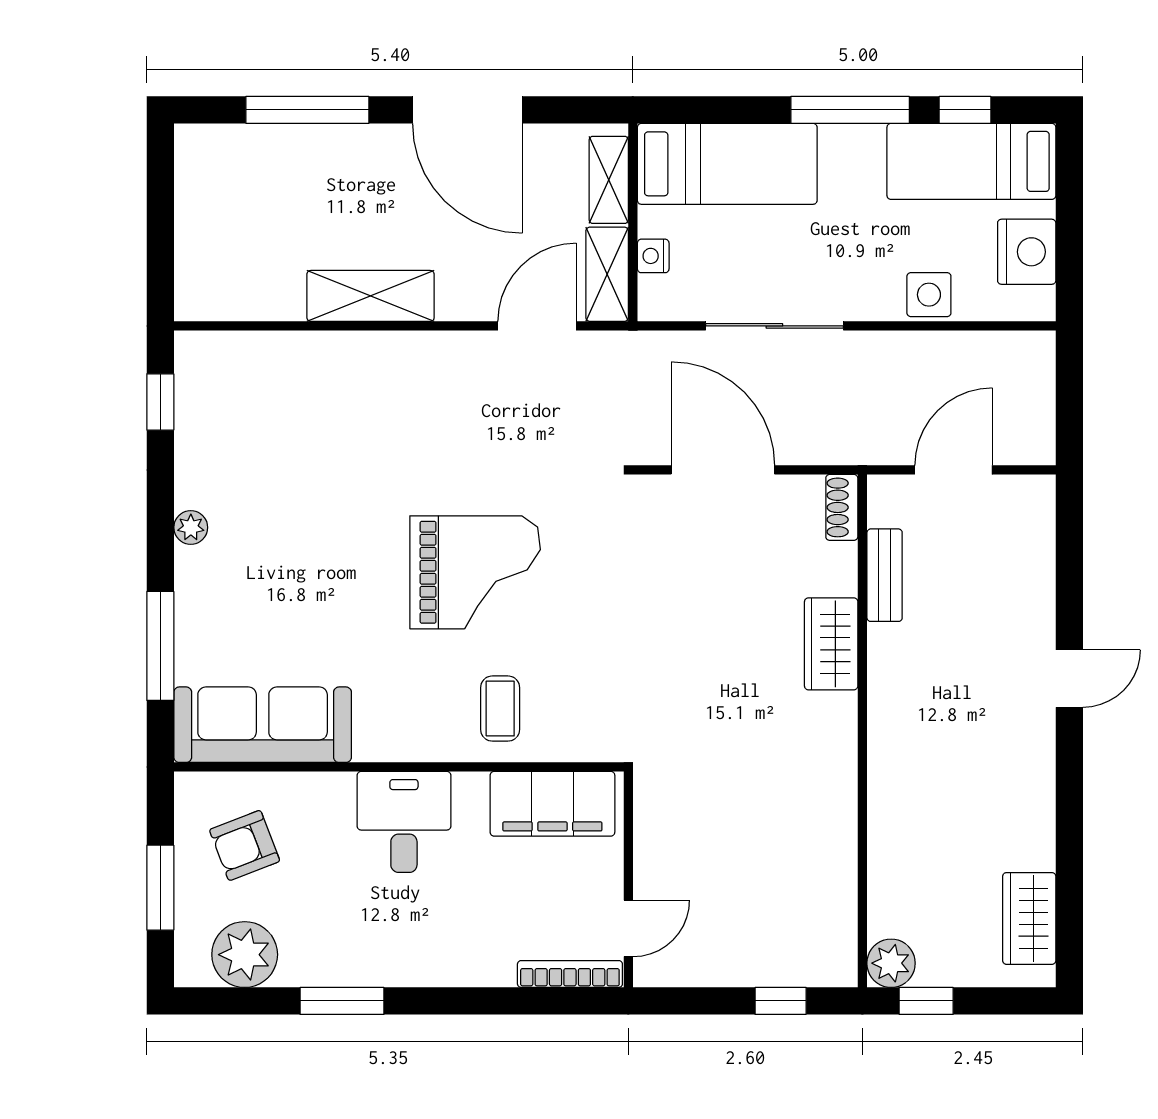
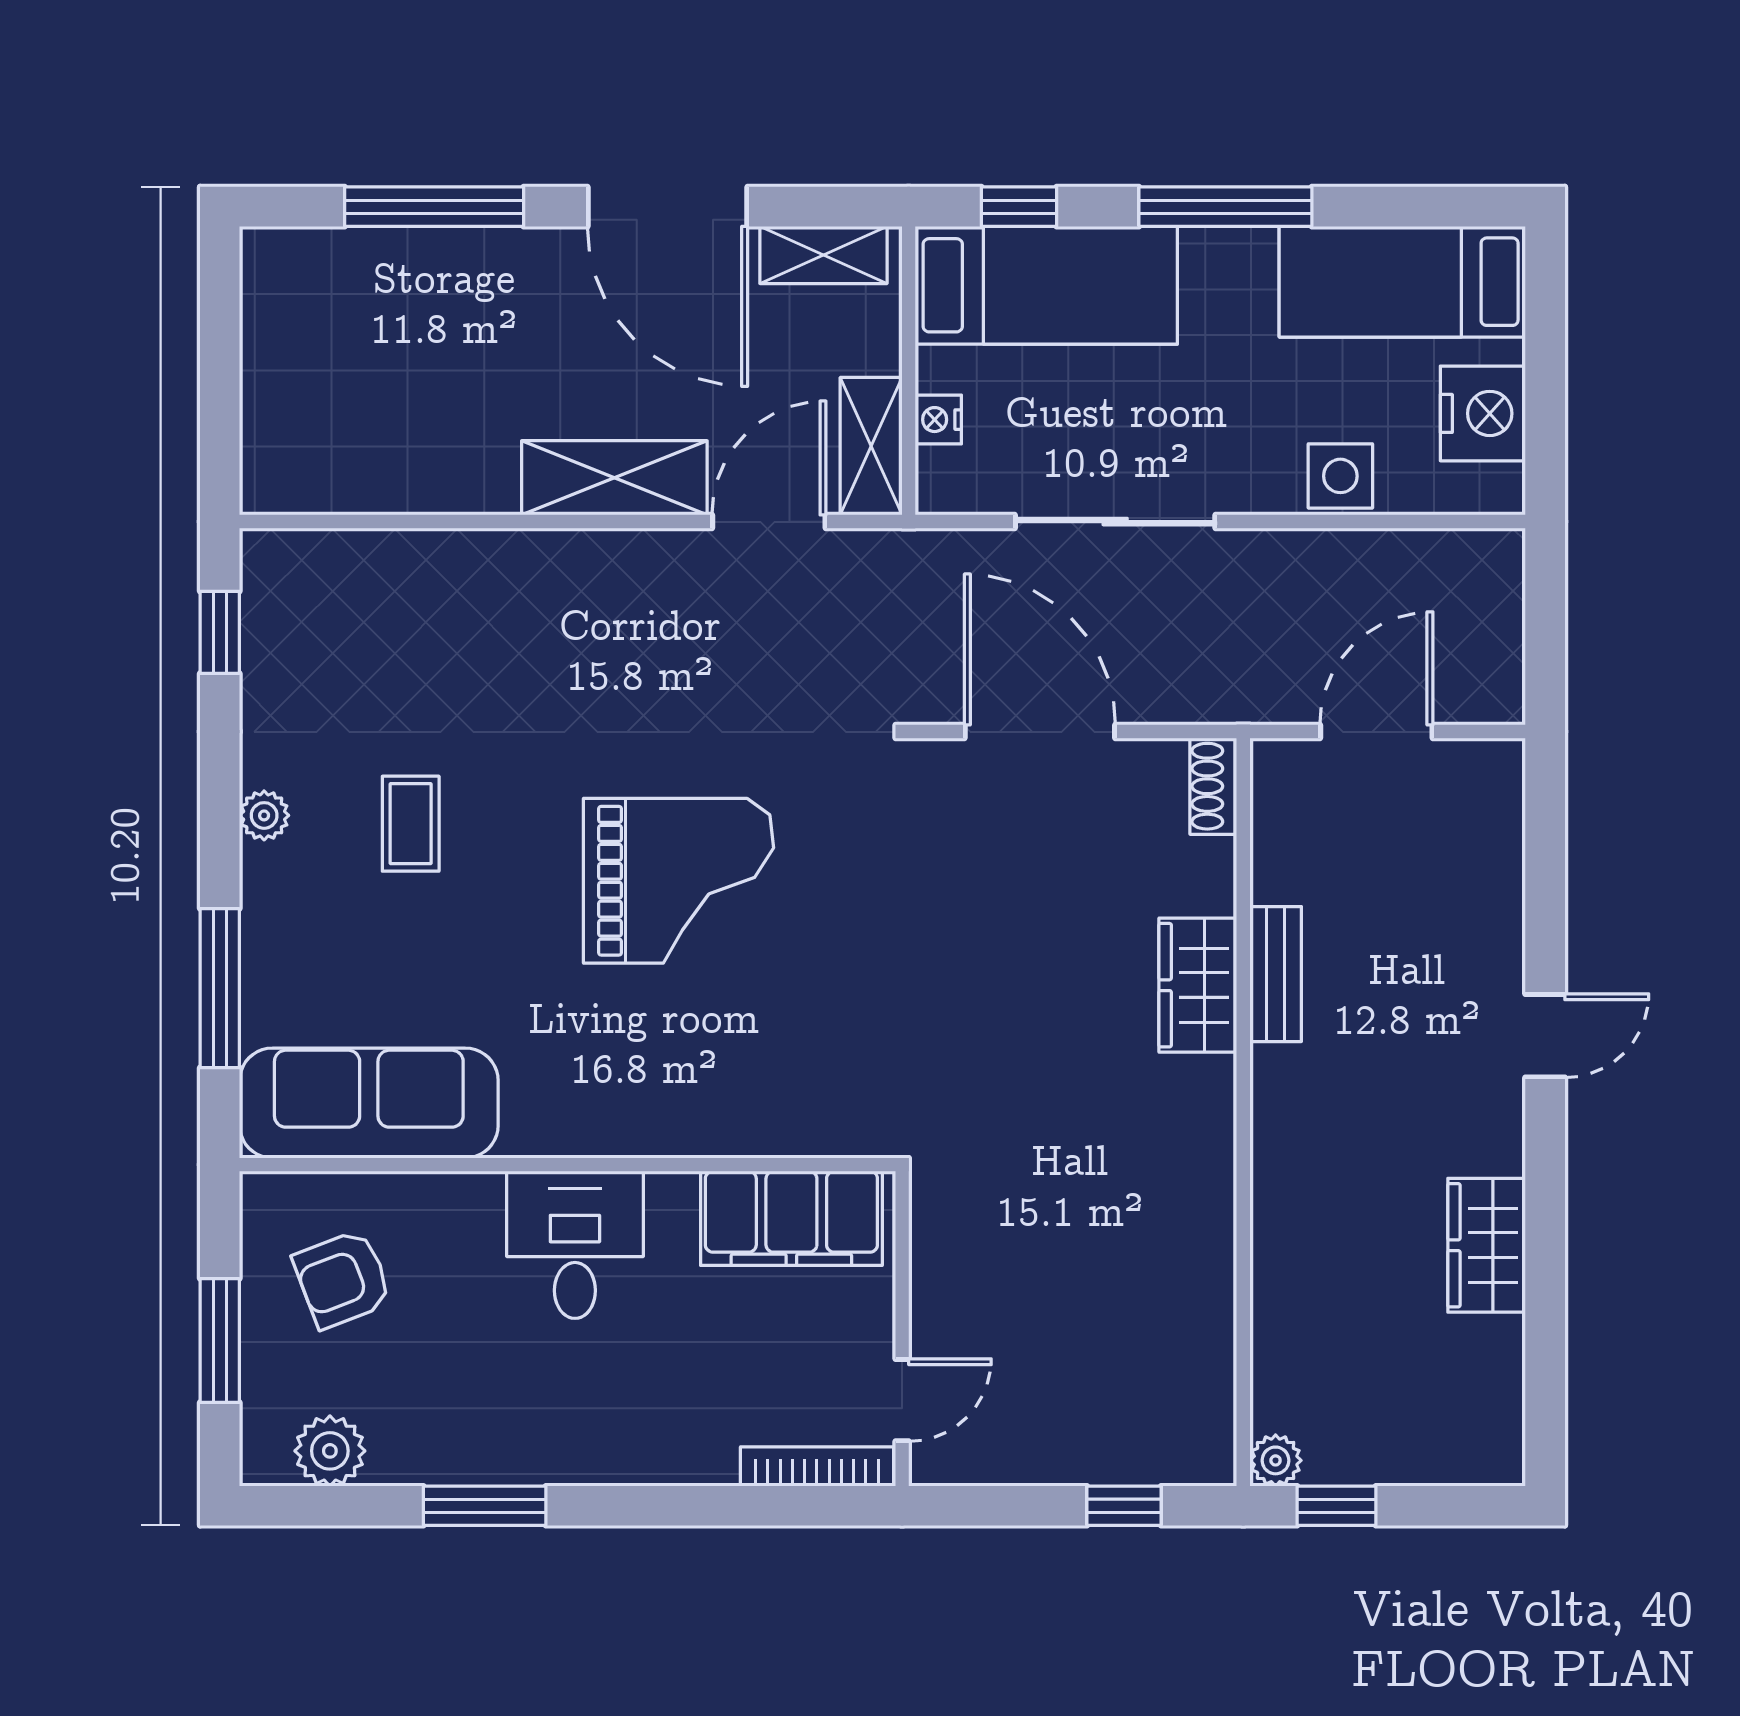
window: (965, 110) -> (1019, 207), moved
shelving: (609, 180) -> (823, 255), moved, turned 90
shelving: (371, 296) -> (614, 478), moved
bench: (885, 575) -> (1276, 974), moved
coffee table: (500, 709) -> (411, 824), moved
wardrobe: (1029, 918) -> (1487, 1245), moved
plant: (245, 955) -> (330, 1451), width x0.73, depth x0.73
plant: (891, 963) -> (1276, 1460), width x0.73, depth x0.73

